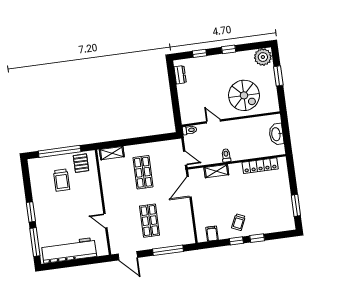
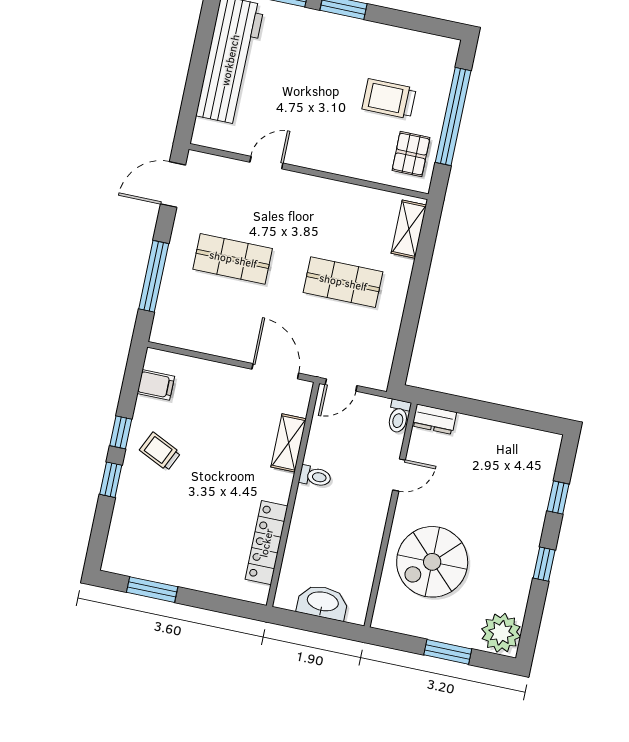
dresser: (180, 75) -> (434, 419), moved
pallet: (81, 163) -> (411, 154), turned 90

